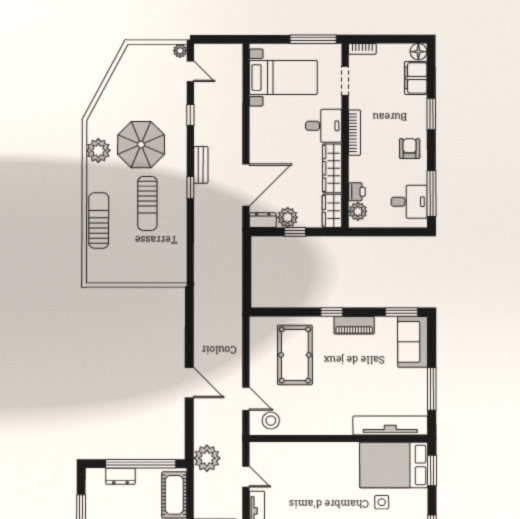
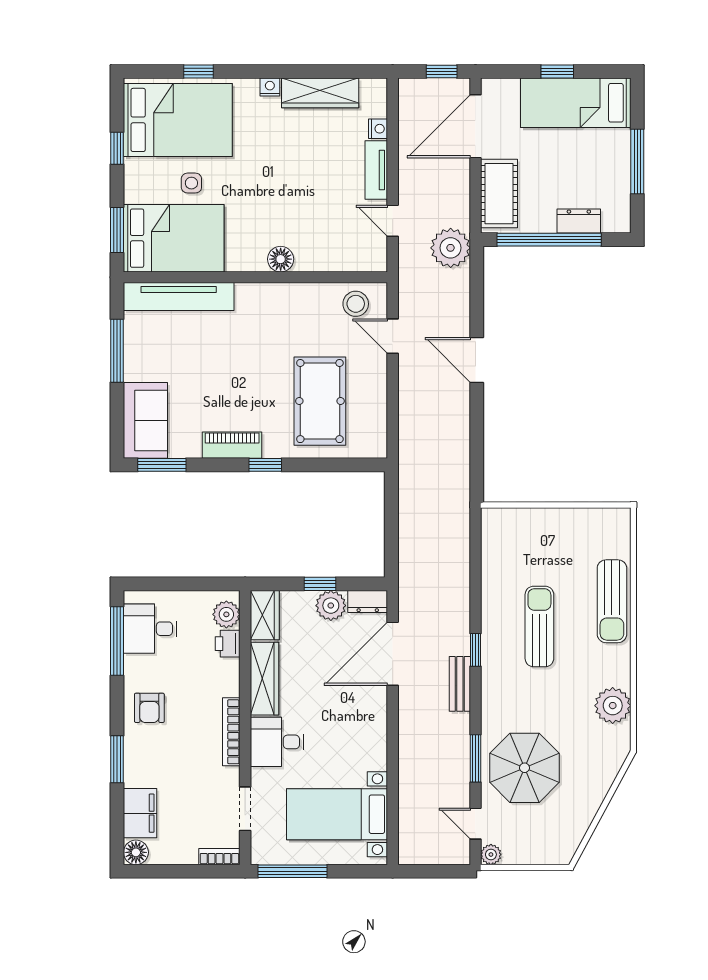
window: (190, 115) -> (475, 758), width x1.50
parasol: (141, 145) -> (525, 768), moved
floor lamp: (321, 451) -> (281, 259), added

